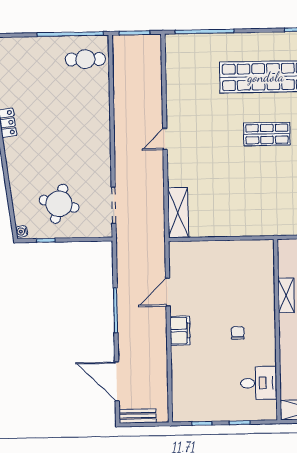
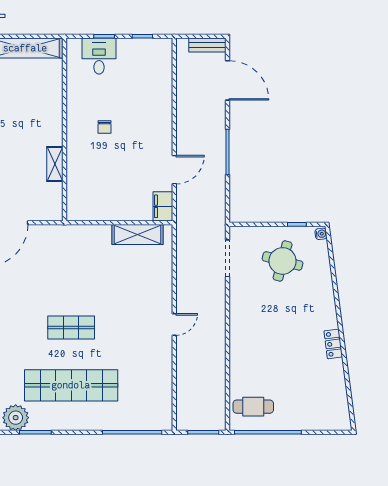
shelving: (178, 213) -> (138, 235), moved, turned 90
filing cabinet: (180, 331) -> (163, 206), moved
desk: (259, 383) -> (99, 56), moved, turned 90

